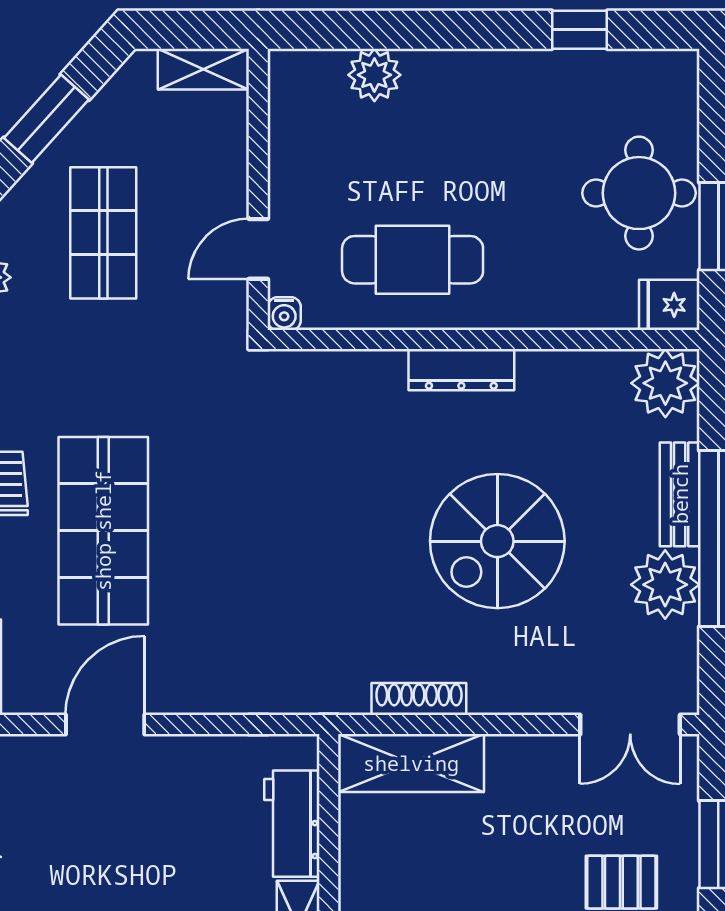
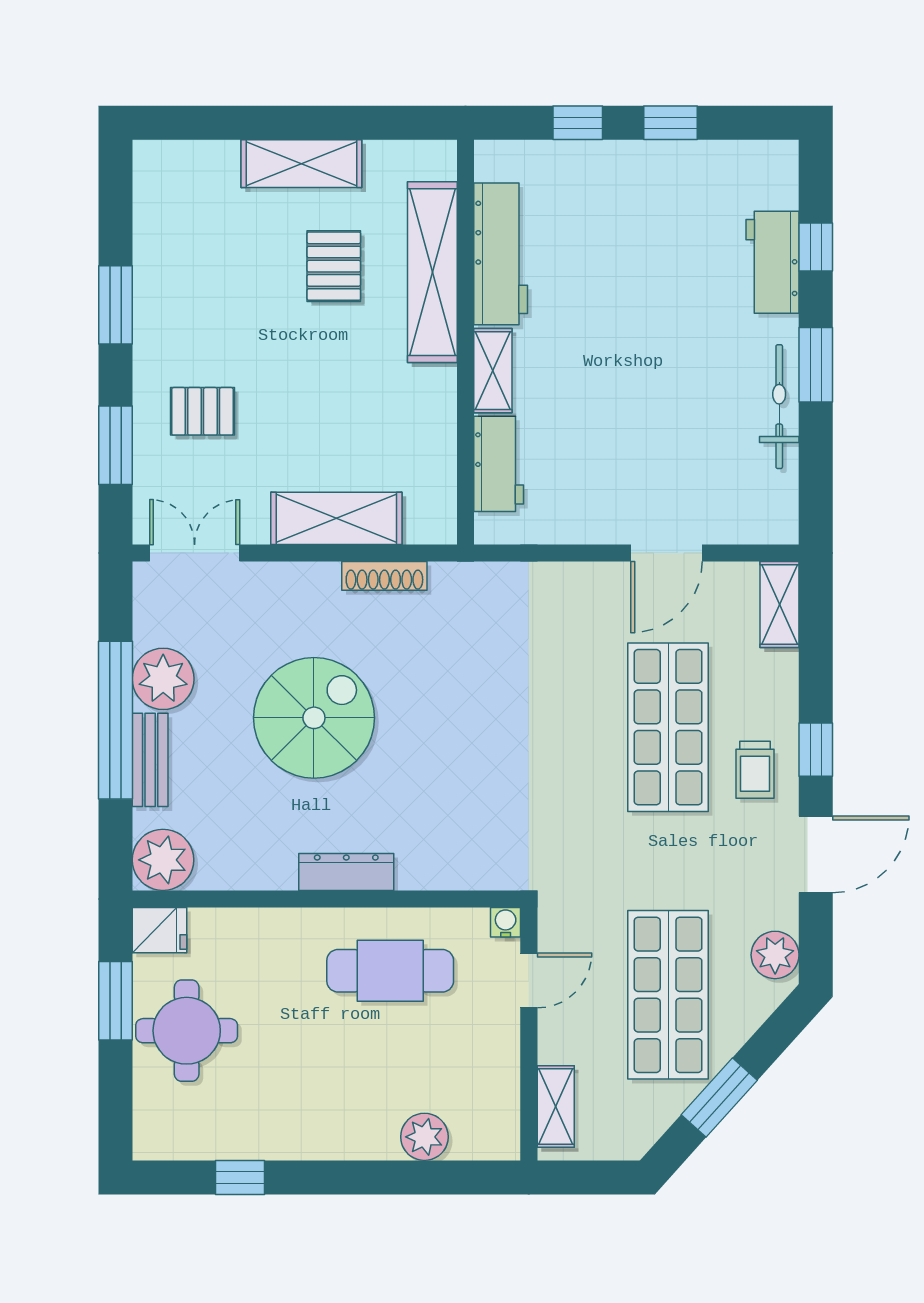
shelving: (203, 69) -> (556, 1106), moved, turned 90
shop shelf: (103, 233) -> (668, 995), width x1.43, depth x1.36
shelving: (411, 763) -> (336, 518), moved

